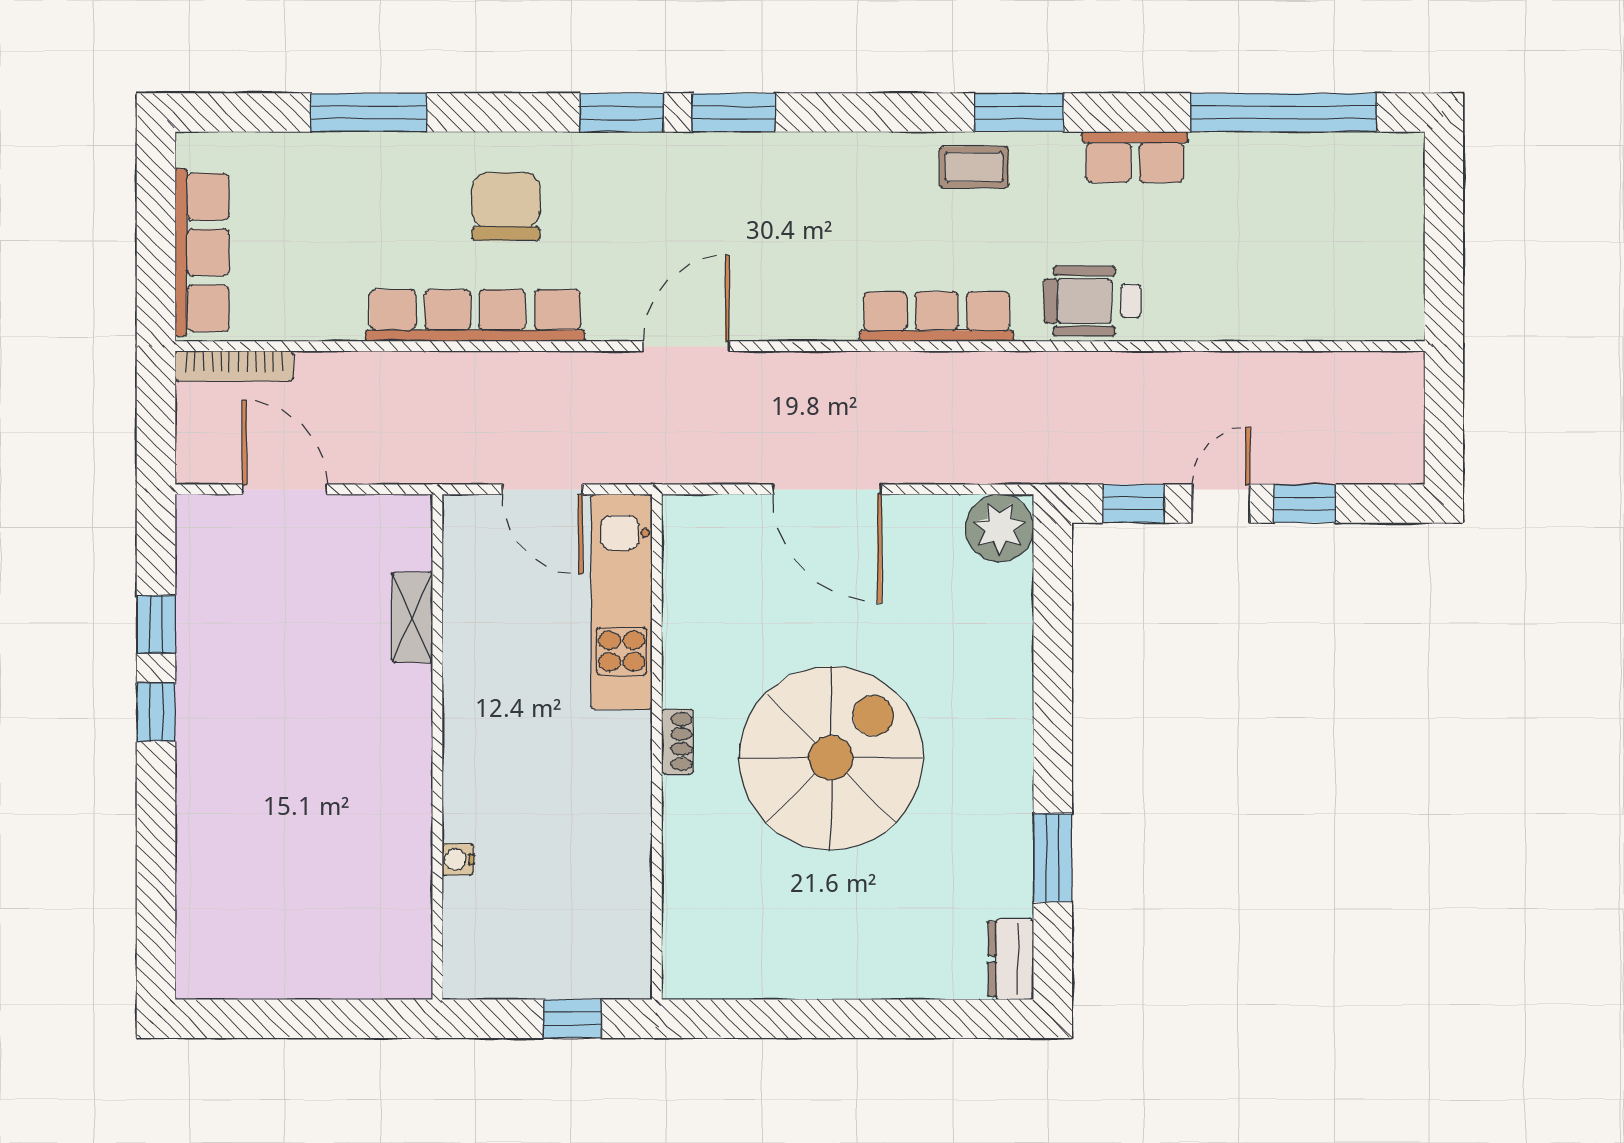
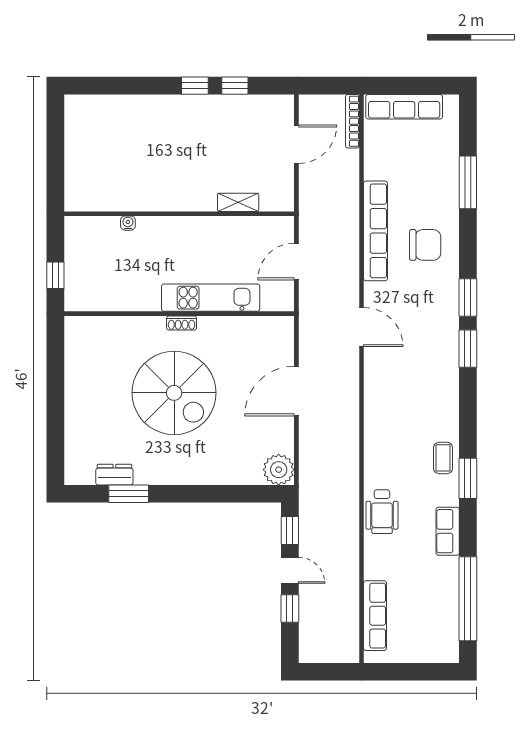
wheelchair: (1092, 301) -> (382, 512), turned 180
row of seats: (937, 317) -> (375, 616), moved
kitchen unit: (622, 602) -> (211, 298), moved
dresser: (1011, 959) -> (114, 475), moved

